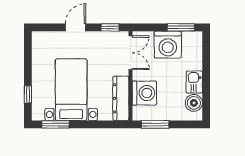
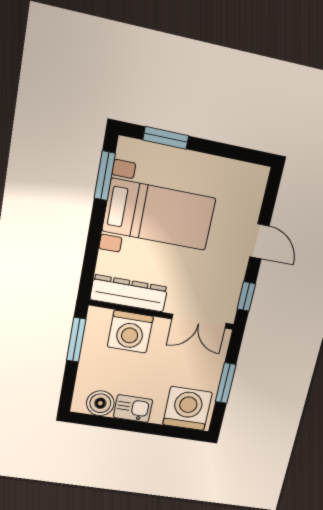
window: (181, 27) -> (226, 383), moved
washing machine: (168, 45) -> (187, 409), moved, turned 90
window: (28, 94) -> (166, 138), width x1.50

